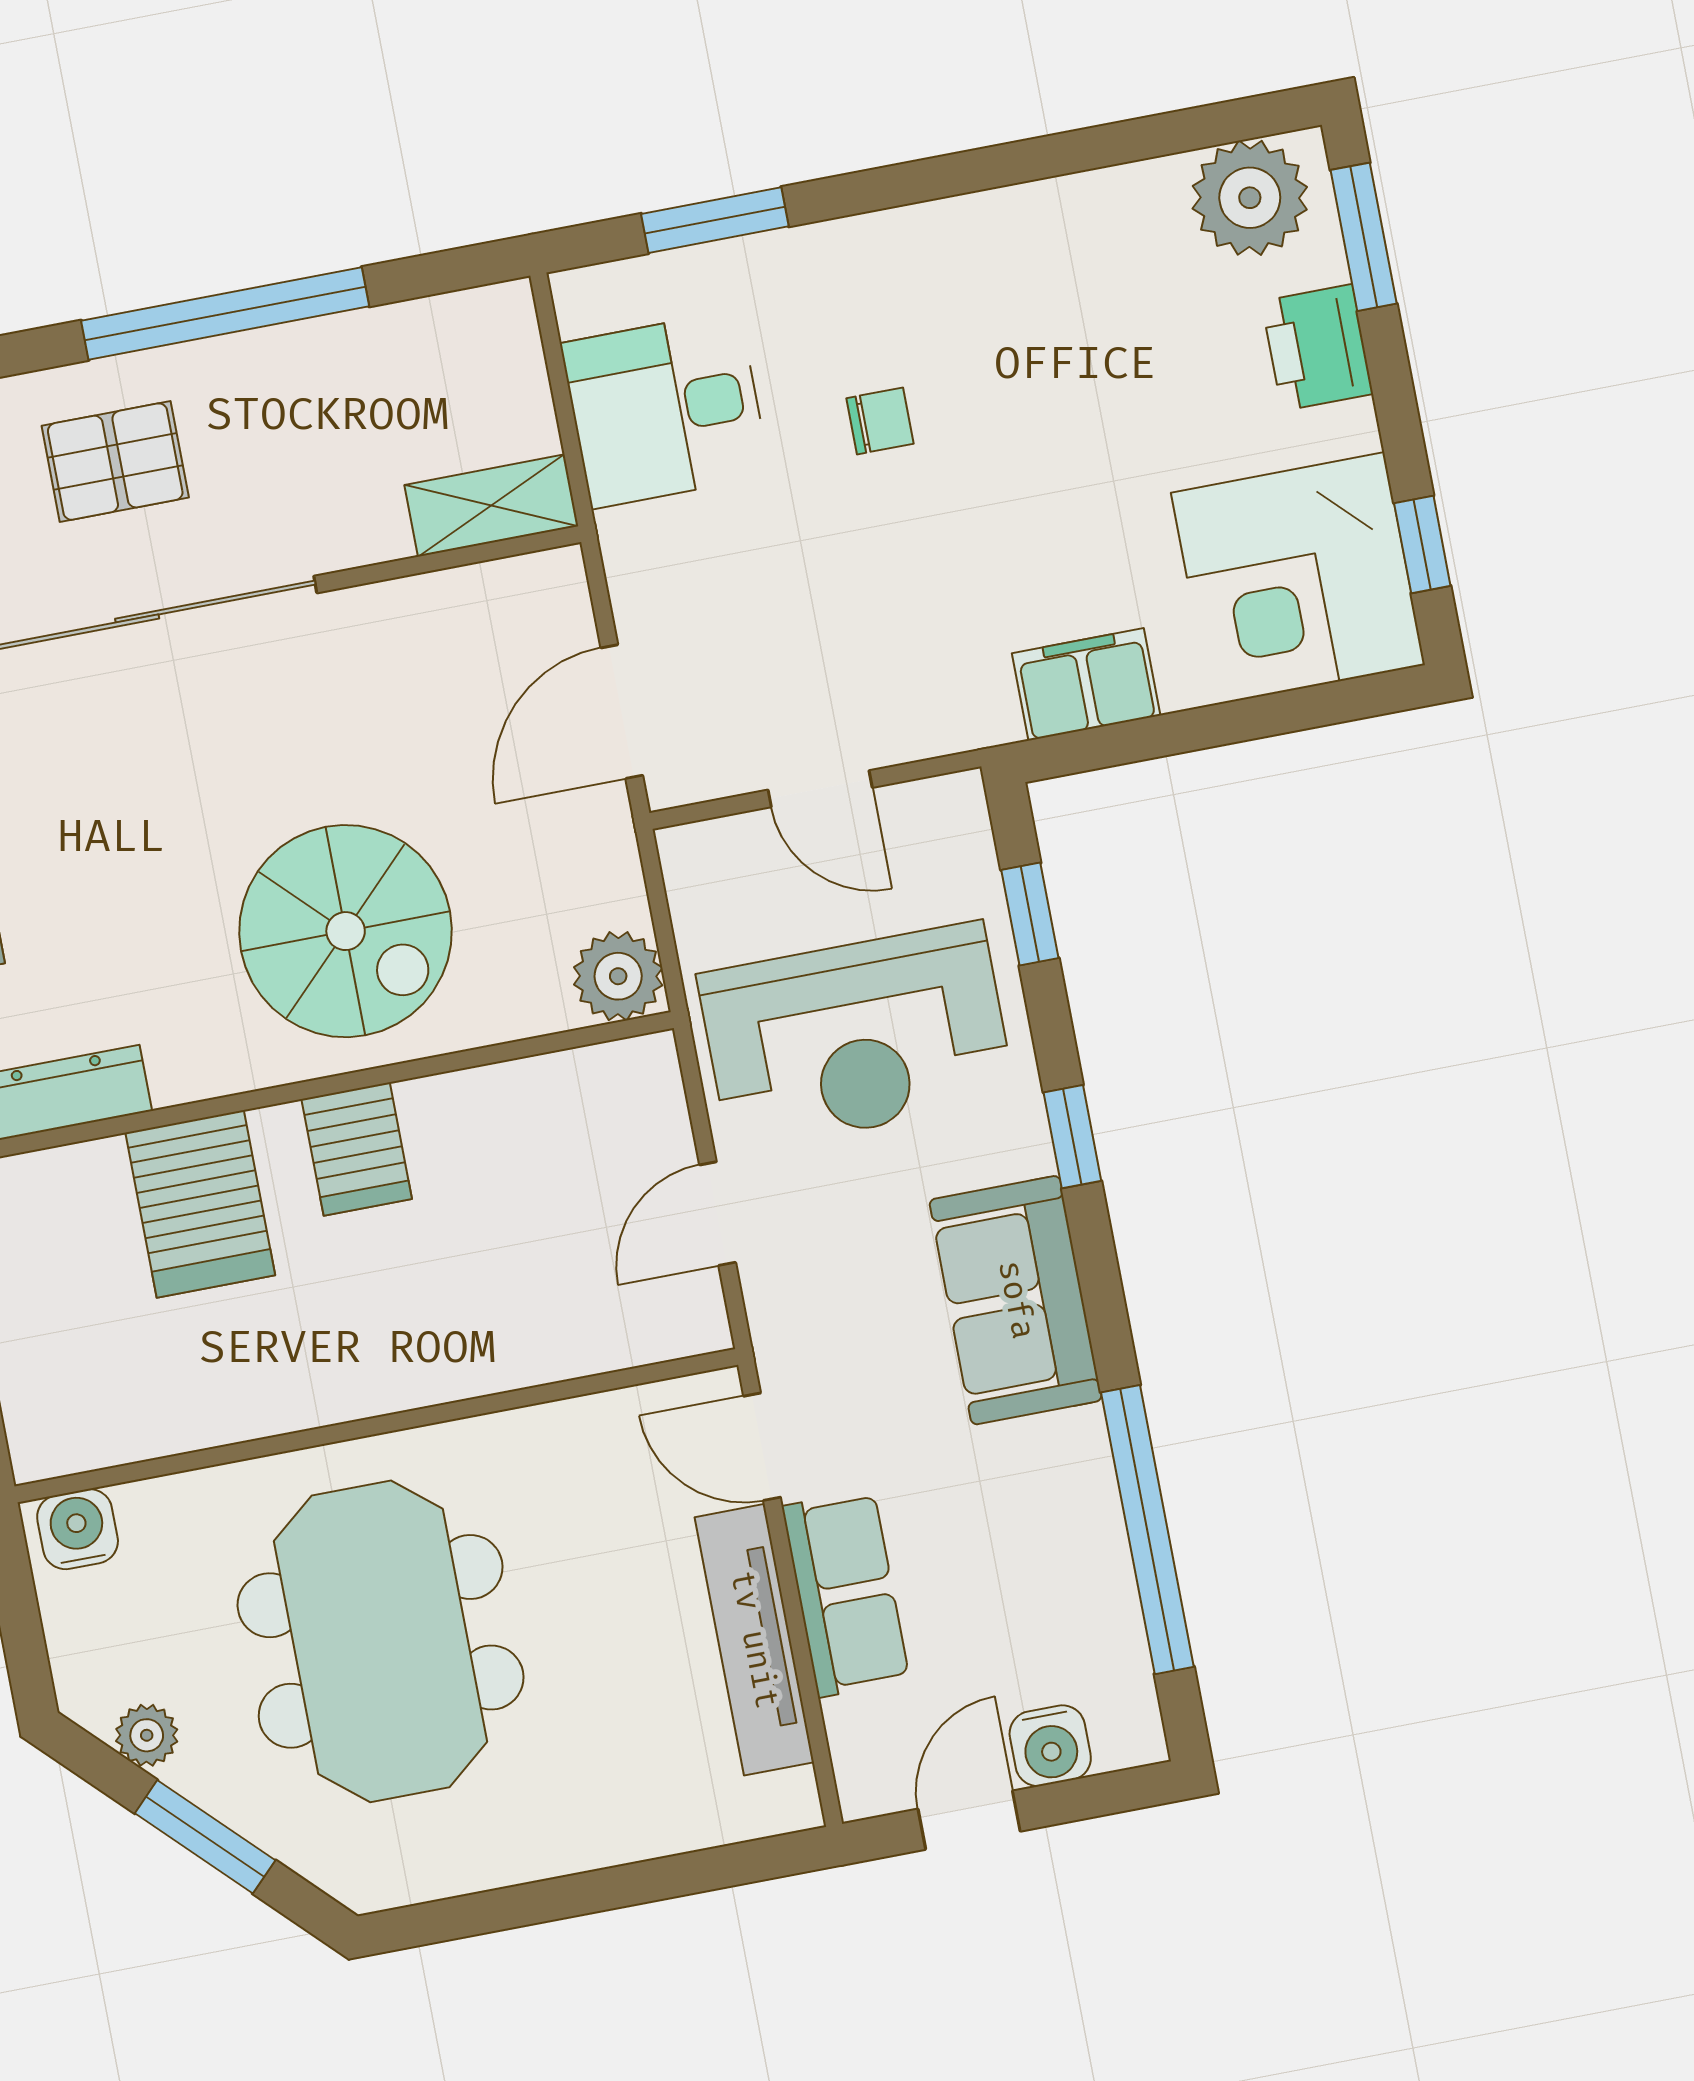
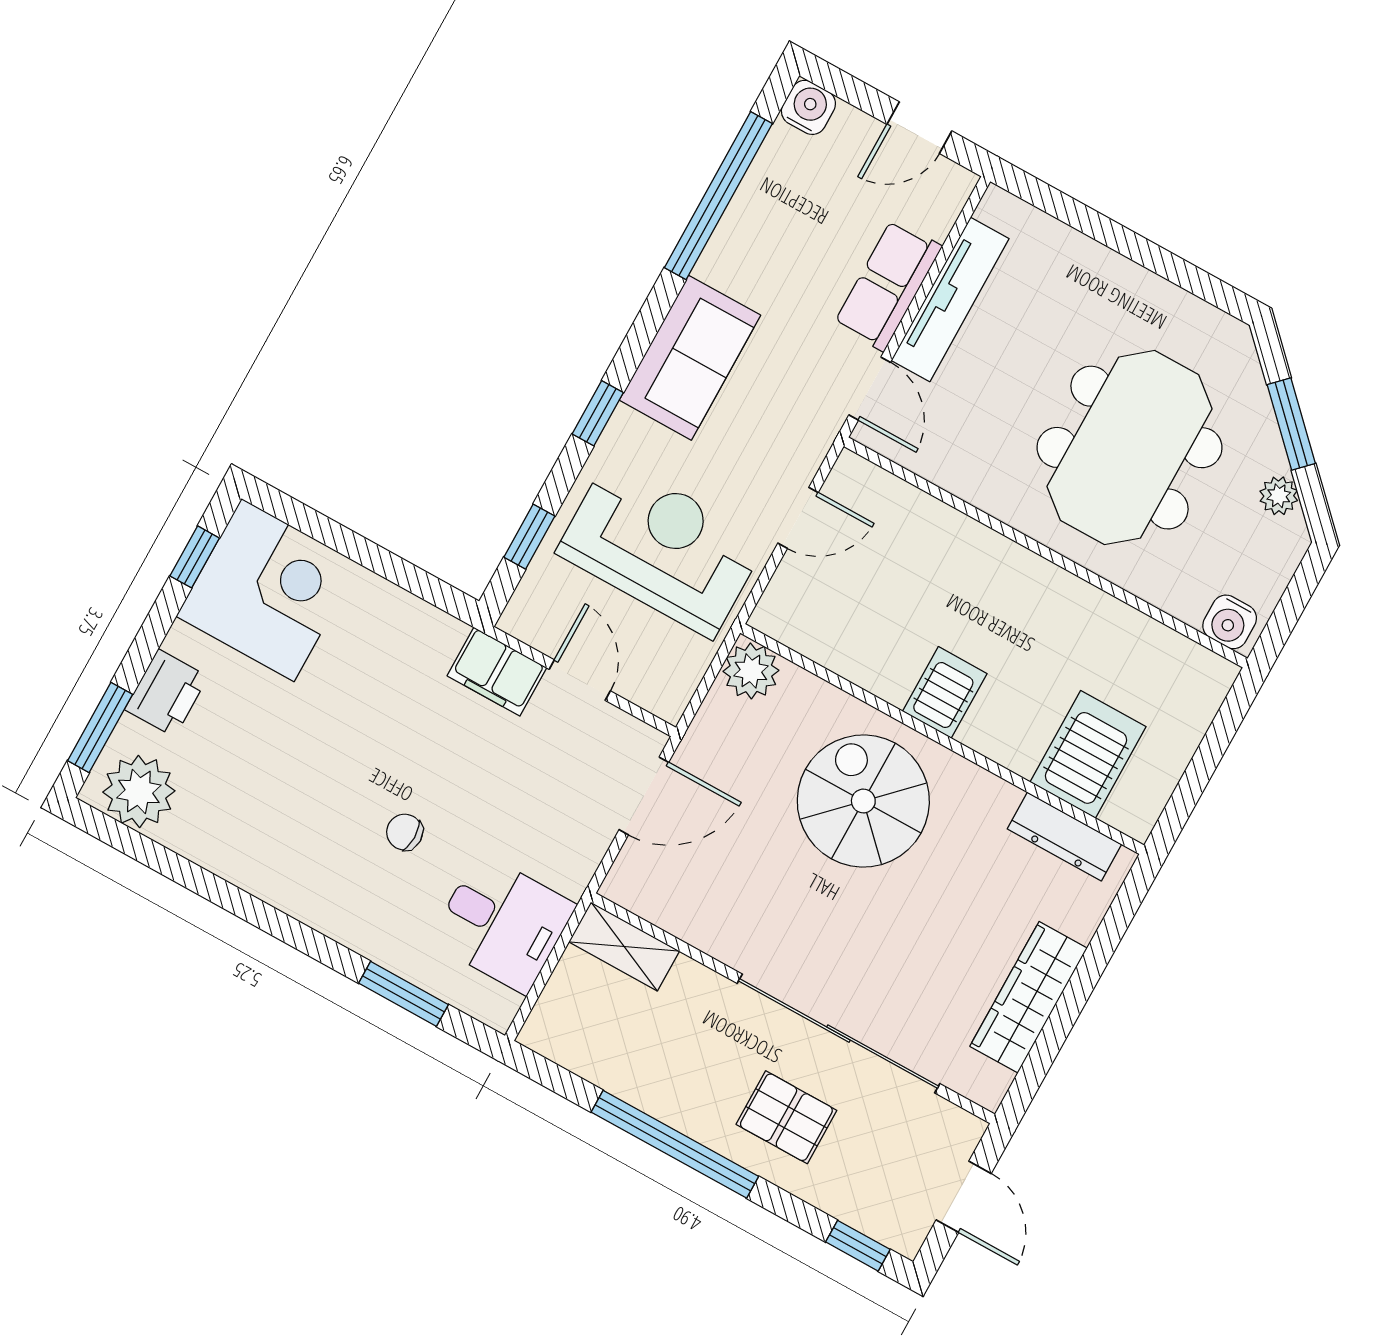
filing cabinet: (1086, 684) -> (497, 672), moved
server rack: (200, 1204) -> (1088, 754), moved
water cooler: (1050, 1746) -> (808, 107), moved

